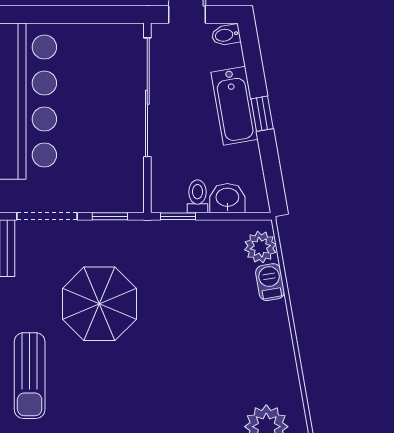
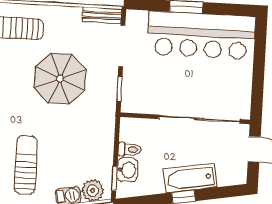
bidet: (226, 35) -> (239, 175), removed
window: (178, 216) -> (114, 179), moved
sun lounger: (228, 347) -> (26, 165), added

